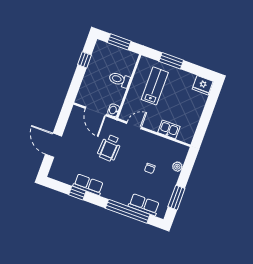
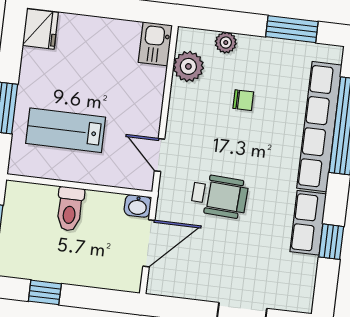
kitchen sink: (169, 129) -> (155, 44), moved
plant: (171, 147) -> (188, 66), added
row of seats: (144, 205) -> (319, 127), width x2.02

